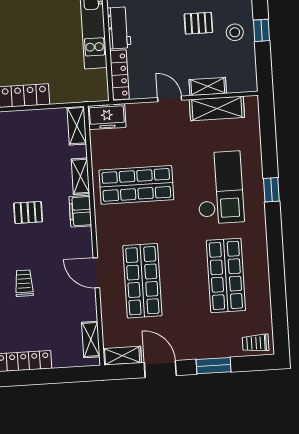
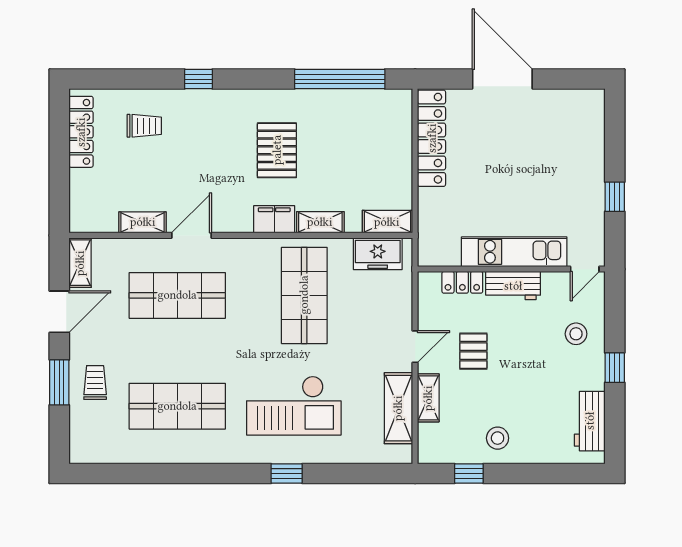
pallet: (198, 23) -> (473, 351), moved
window: (261, 30) -> (469, 473), moved
locker: (119, 75) -> (462, 282), width x0.66
freezer: (107, 117) -> (378, 254), moved, turned -90
pallet: (28, 212) -> (277, 150), width x1.50, depth x1.42
trolley: (24, 283) -> (144, 126), moved
shelving: (91, 340) -> (143, 222), moved
trolley: (255, 343) -> (95, 383), moved

